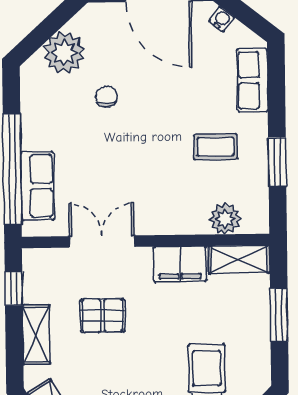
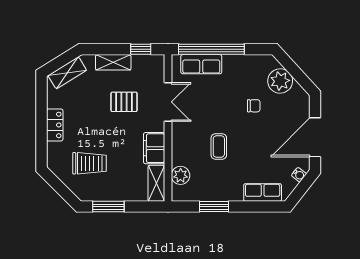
coffee table: (215, 147) -> (219, 146), moved
pallet: (103, 315) -> (124, 102), turned 90
window: (279, 315) -> (108, 207), moved

